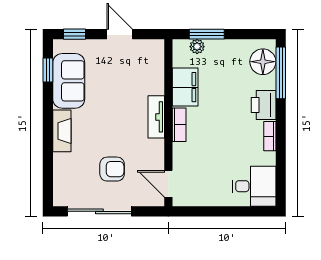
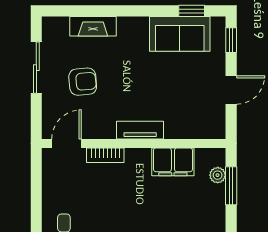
bookcase: (179, 125) -> (105, 155), moved
fireplace: (62, 131) -> (93, 26), moved
armchair: (112, 169) -> (83, 82), turned -95
sliding door: (99, 211) -> (36, 68), width x0.73

